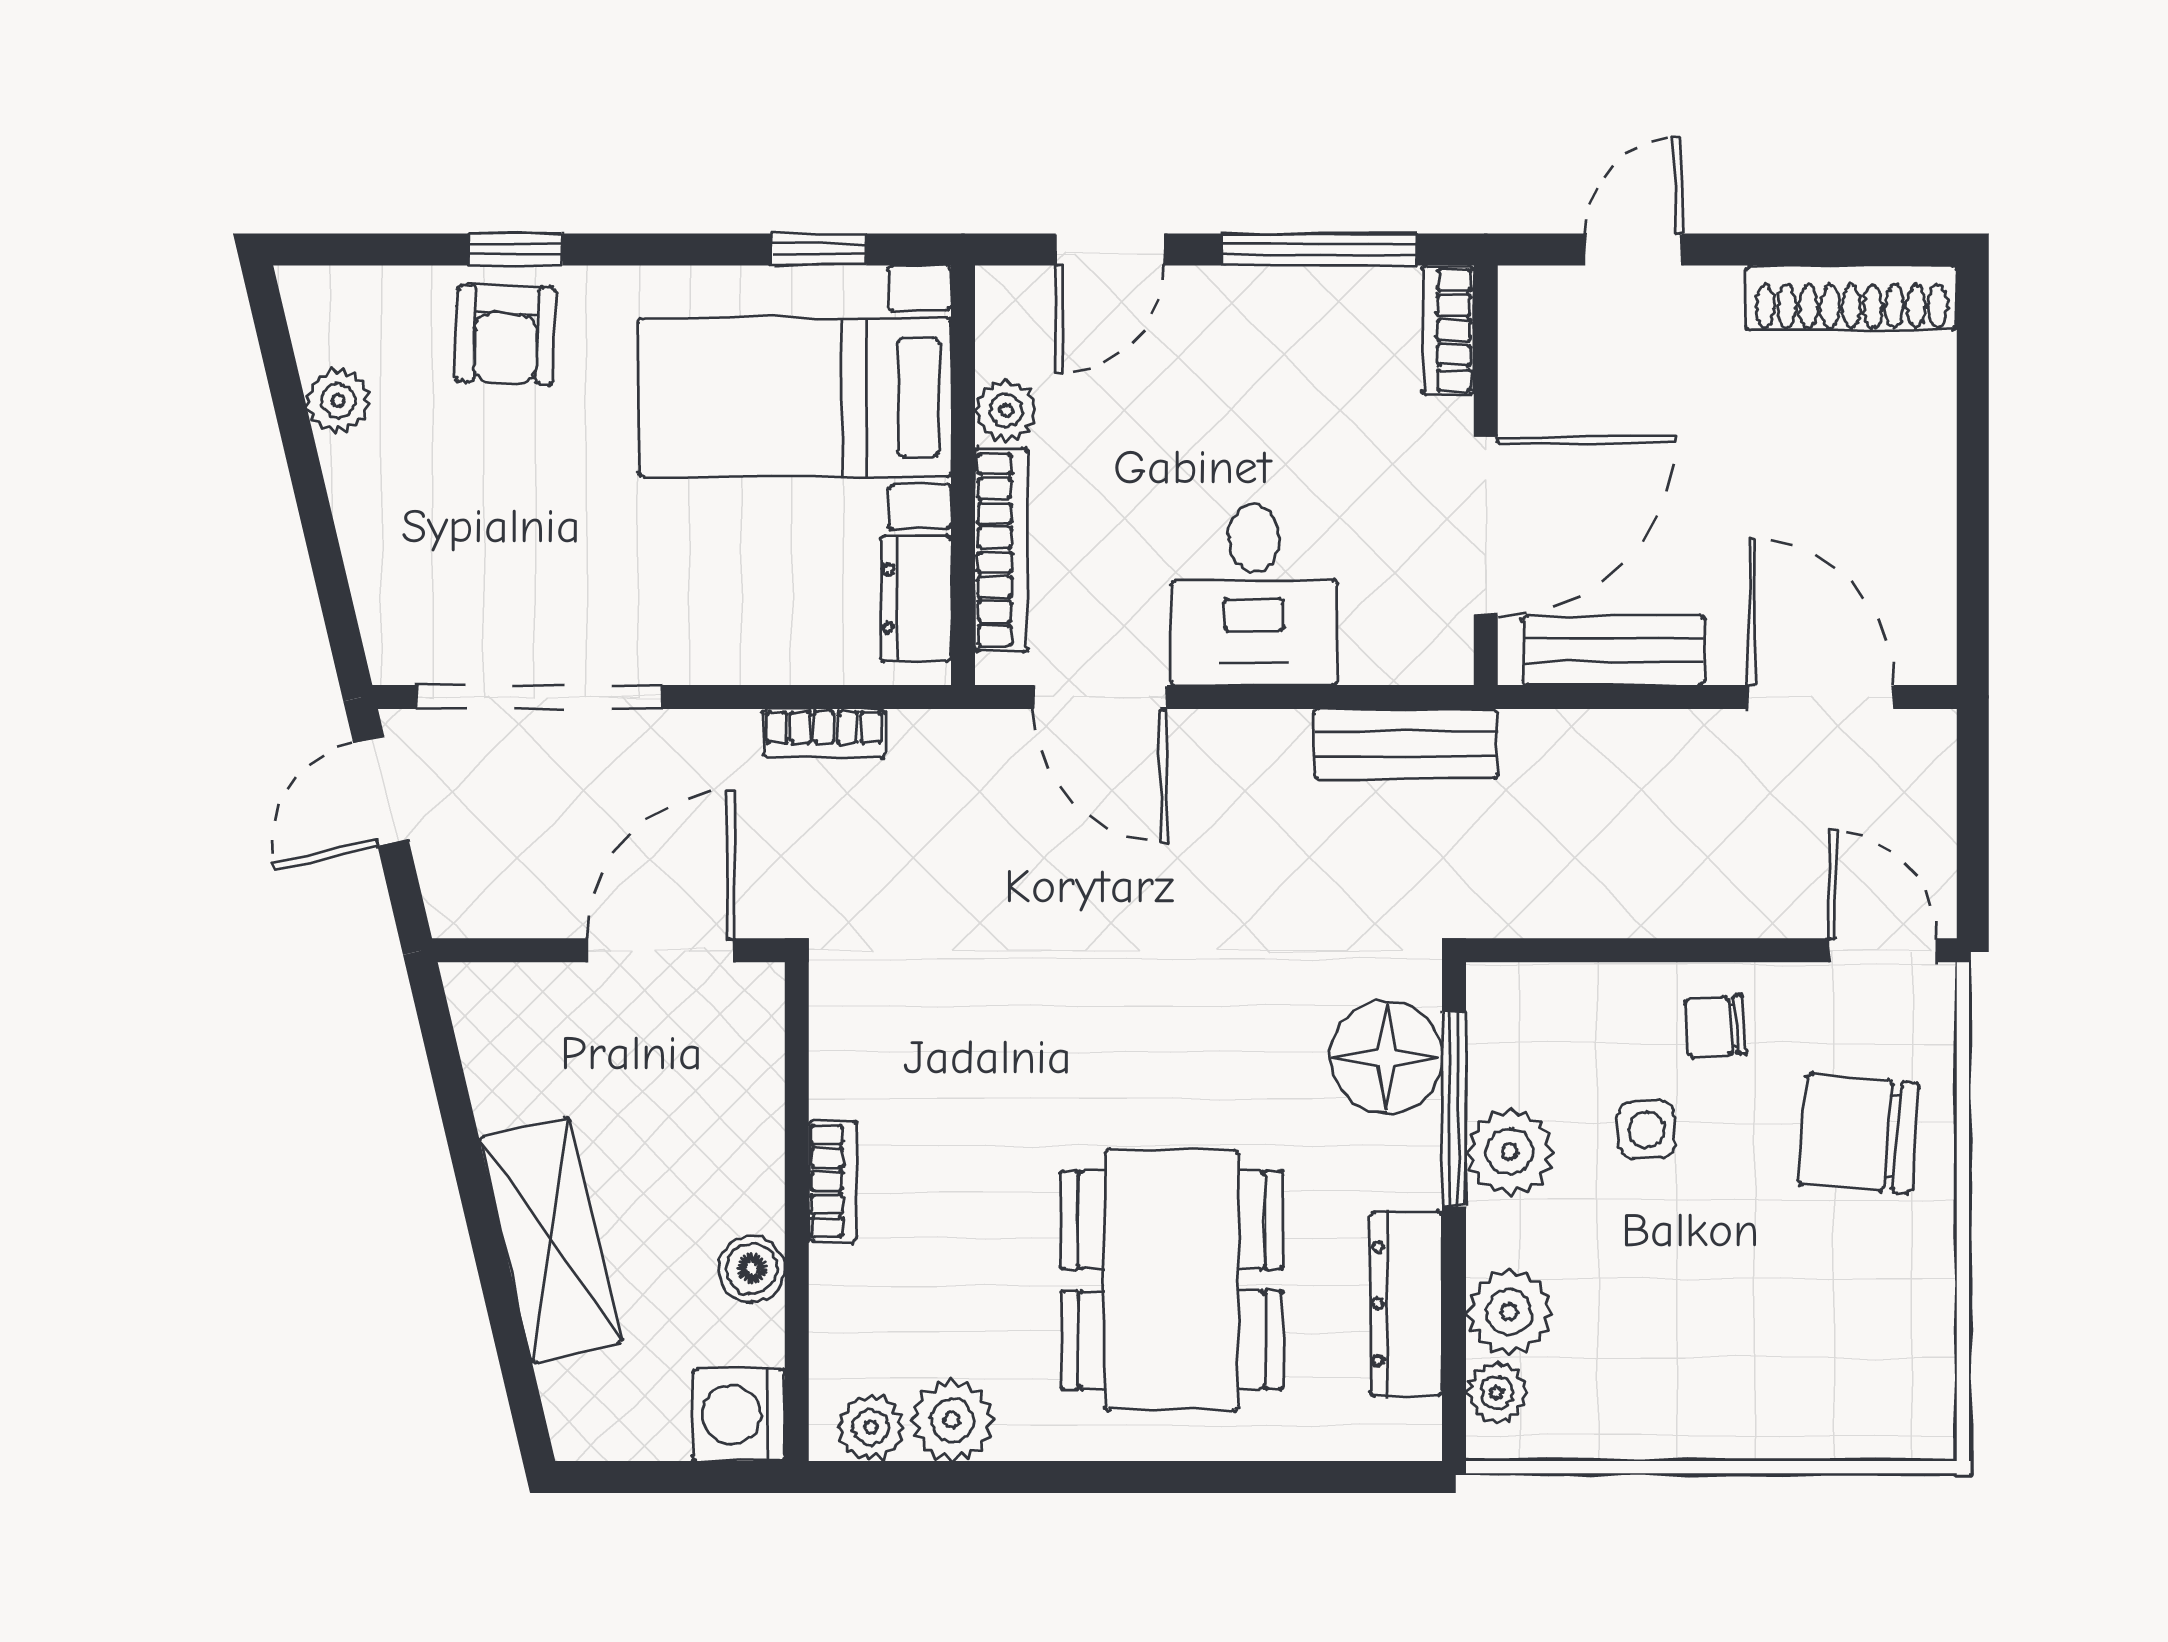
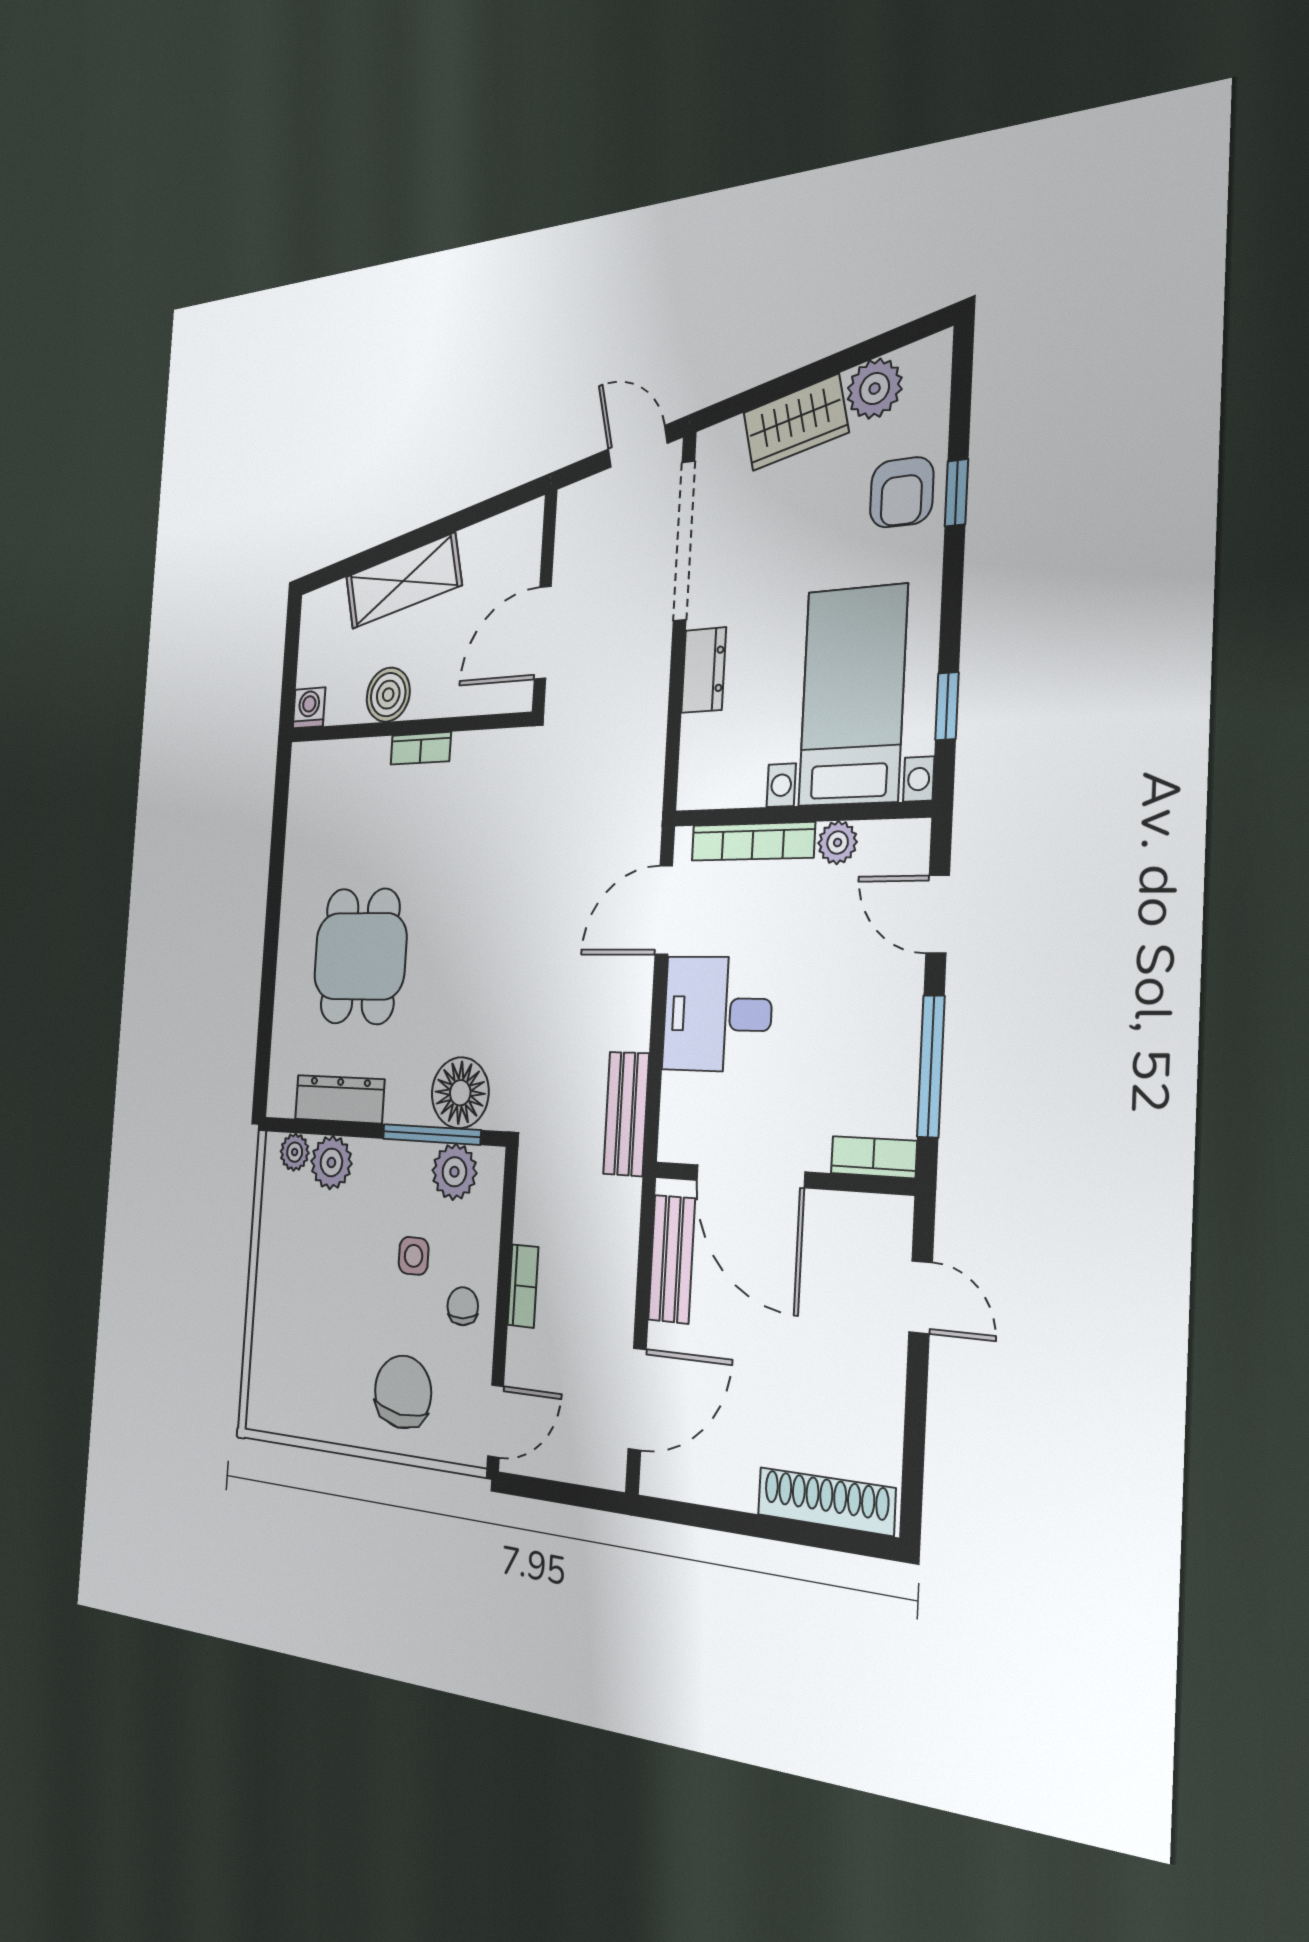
shoe rack: (1852, 298) -> (826, 1501), moved, turned 90
armchair: (506, 335) -> (902, 492), turned -92
plant: (338, 400) -> (875, 389), width x1.38, depth x1.38
wardrobe: (380, 514) -> (796, 422), added
dresser: (916, 598) -> (704, 670), moved, turned 90
bookcase: (824, 733) -> (523, 1286), moved, turned 180
door: (660, 950) -> (543, 633), swing flipped
plant: (1510, 1152) -> (454, 1172), moved
boiler: (752, 1269) -> (388, 695), width x1.36, depth x1.36
dining table: (1172, 1280) -> (360, 956), width x0.73
washing machine: (739, 1415) -> (309, 708), width x0.73, depth x0.73
plant: (952, 1420) -> (304, 826), removed
plant: (871, 1427) -> (304, 778), removed

